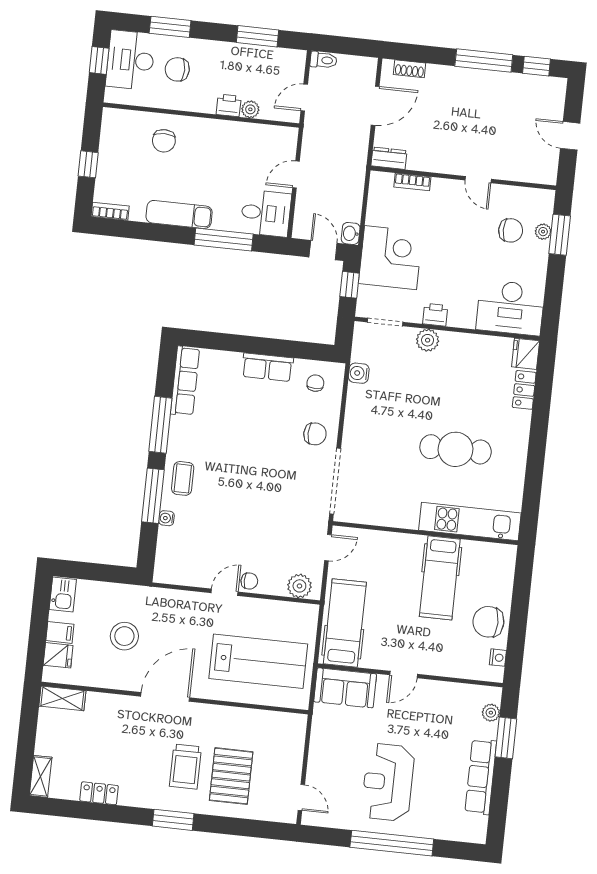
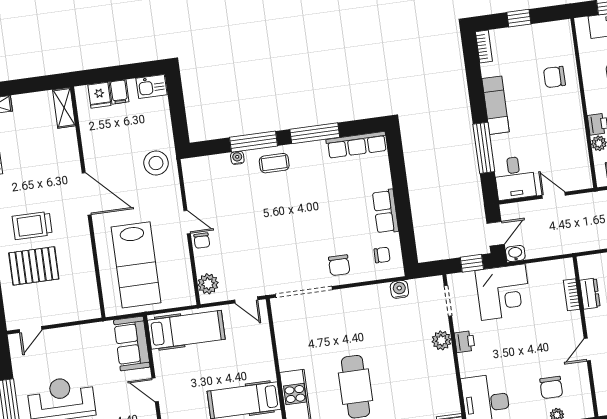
dresser: (389, 158) -> (590, 294), moved
stool: (124, 636) -> (156, 163), moved

